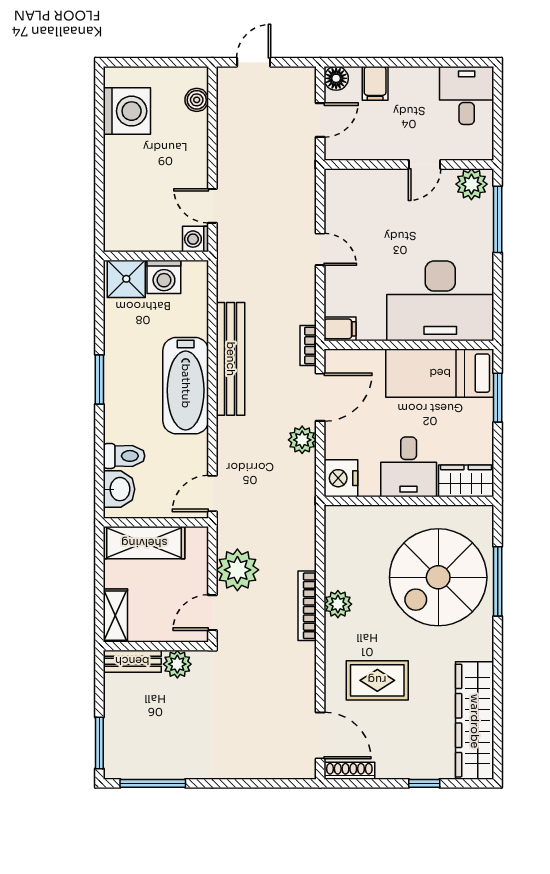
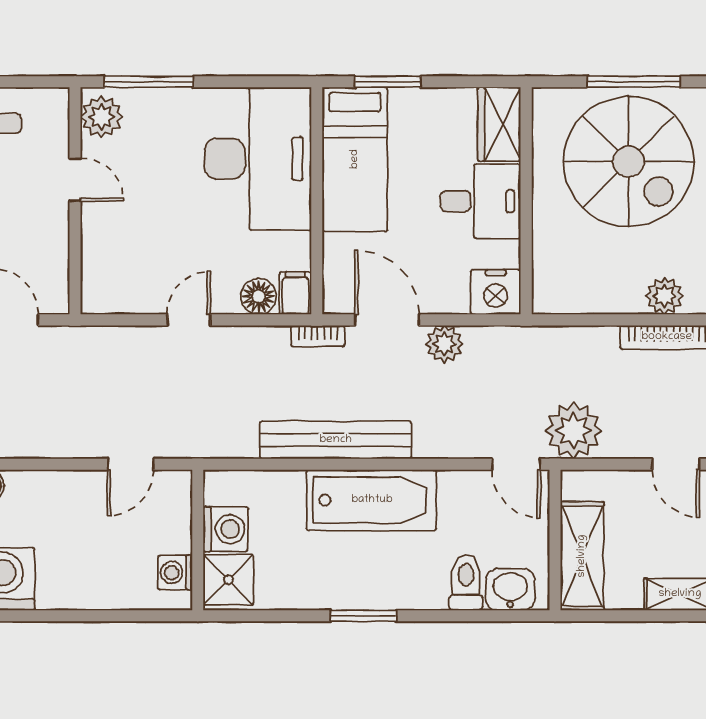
washing machine: (196, 239) -> (175, 573), moved, turned 90
floor lamp: (337, 301) -> (259, 297), added
plant: (237, 570) -> (574, 431), moved

